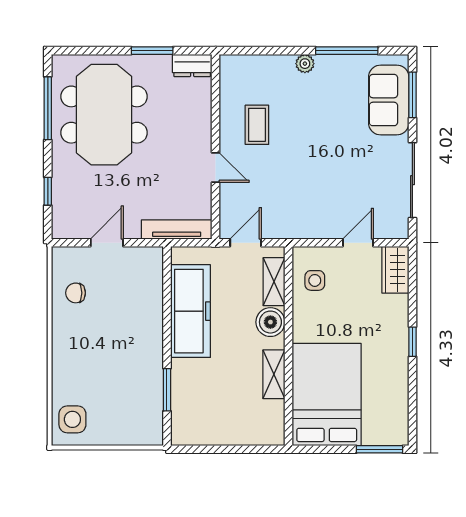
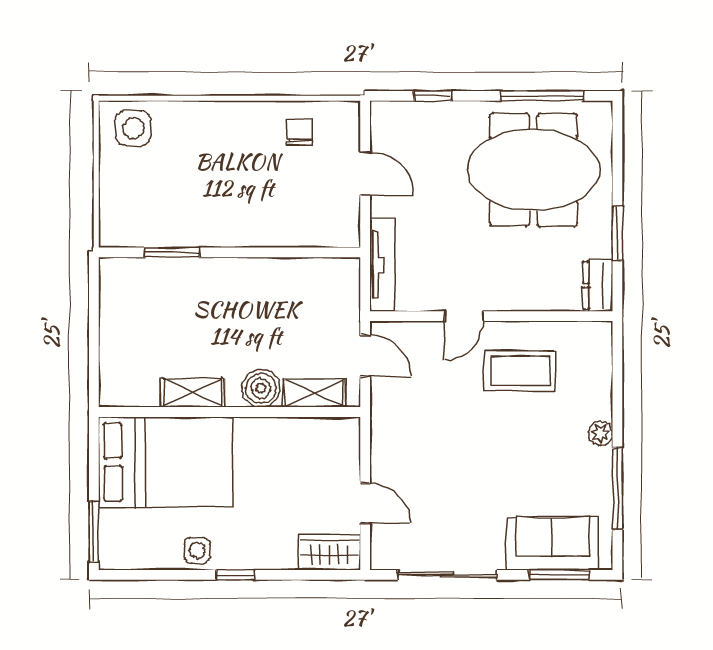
coffee table: (257, 125) -> (520, 371), width x1.36, depth x1.30
side table: (315, 280) -> (197, 550), moved
freezer: (191, 311) -> (275, 283), removed

